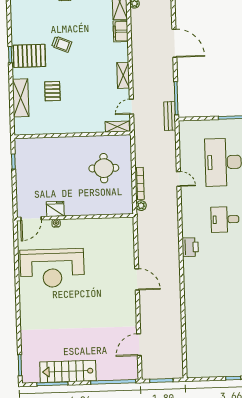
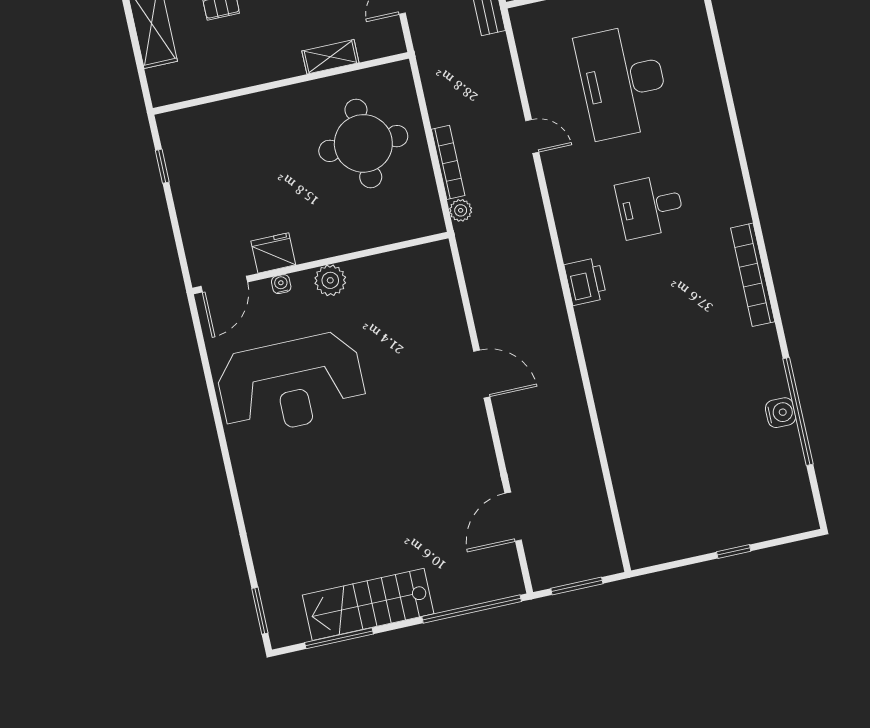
shelving: (117, 127) -> (330, 57), moved
round table: (104, 168) -> (363, 143), width x1.36, depth x1.36
plant: (78, 226) -> (330, 280), added

